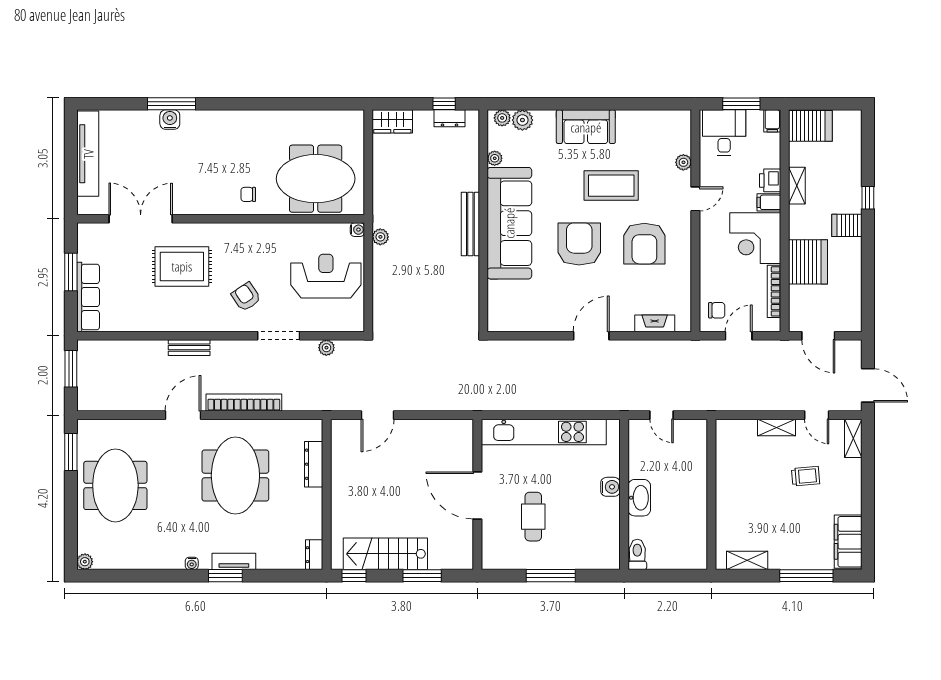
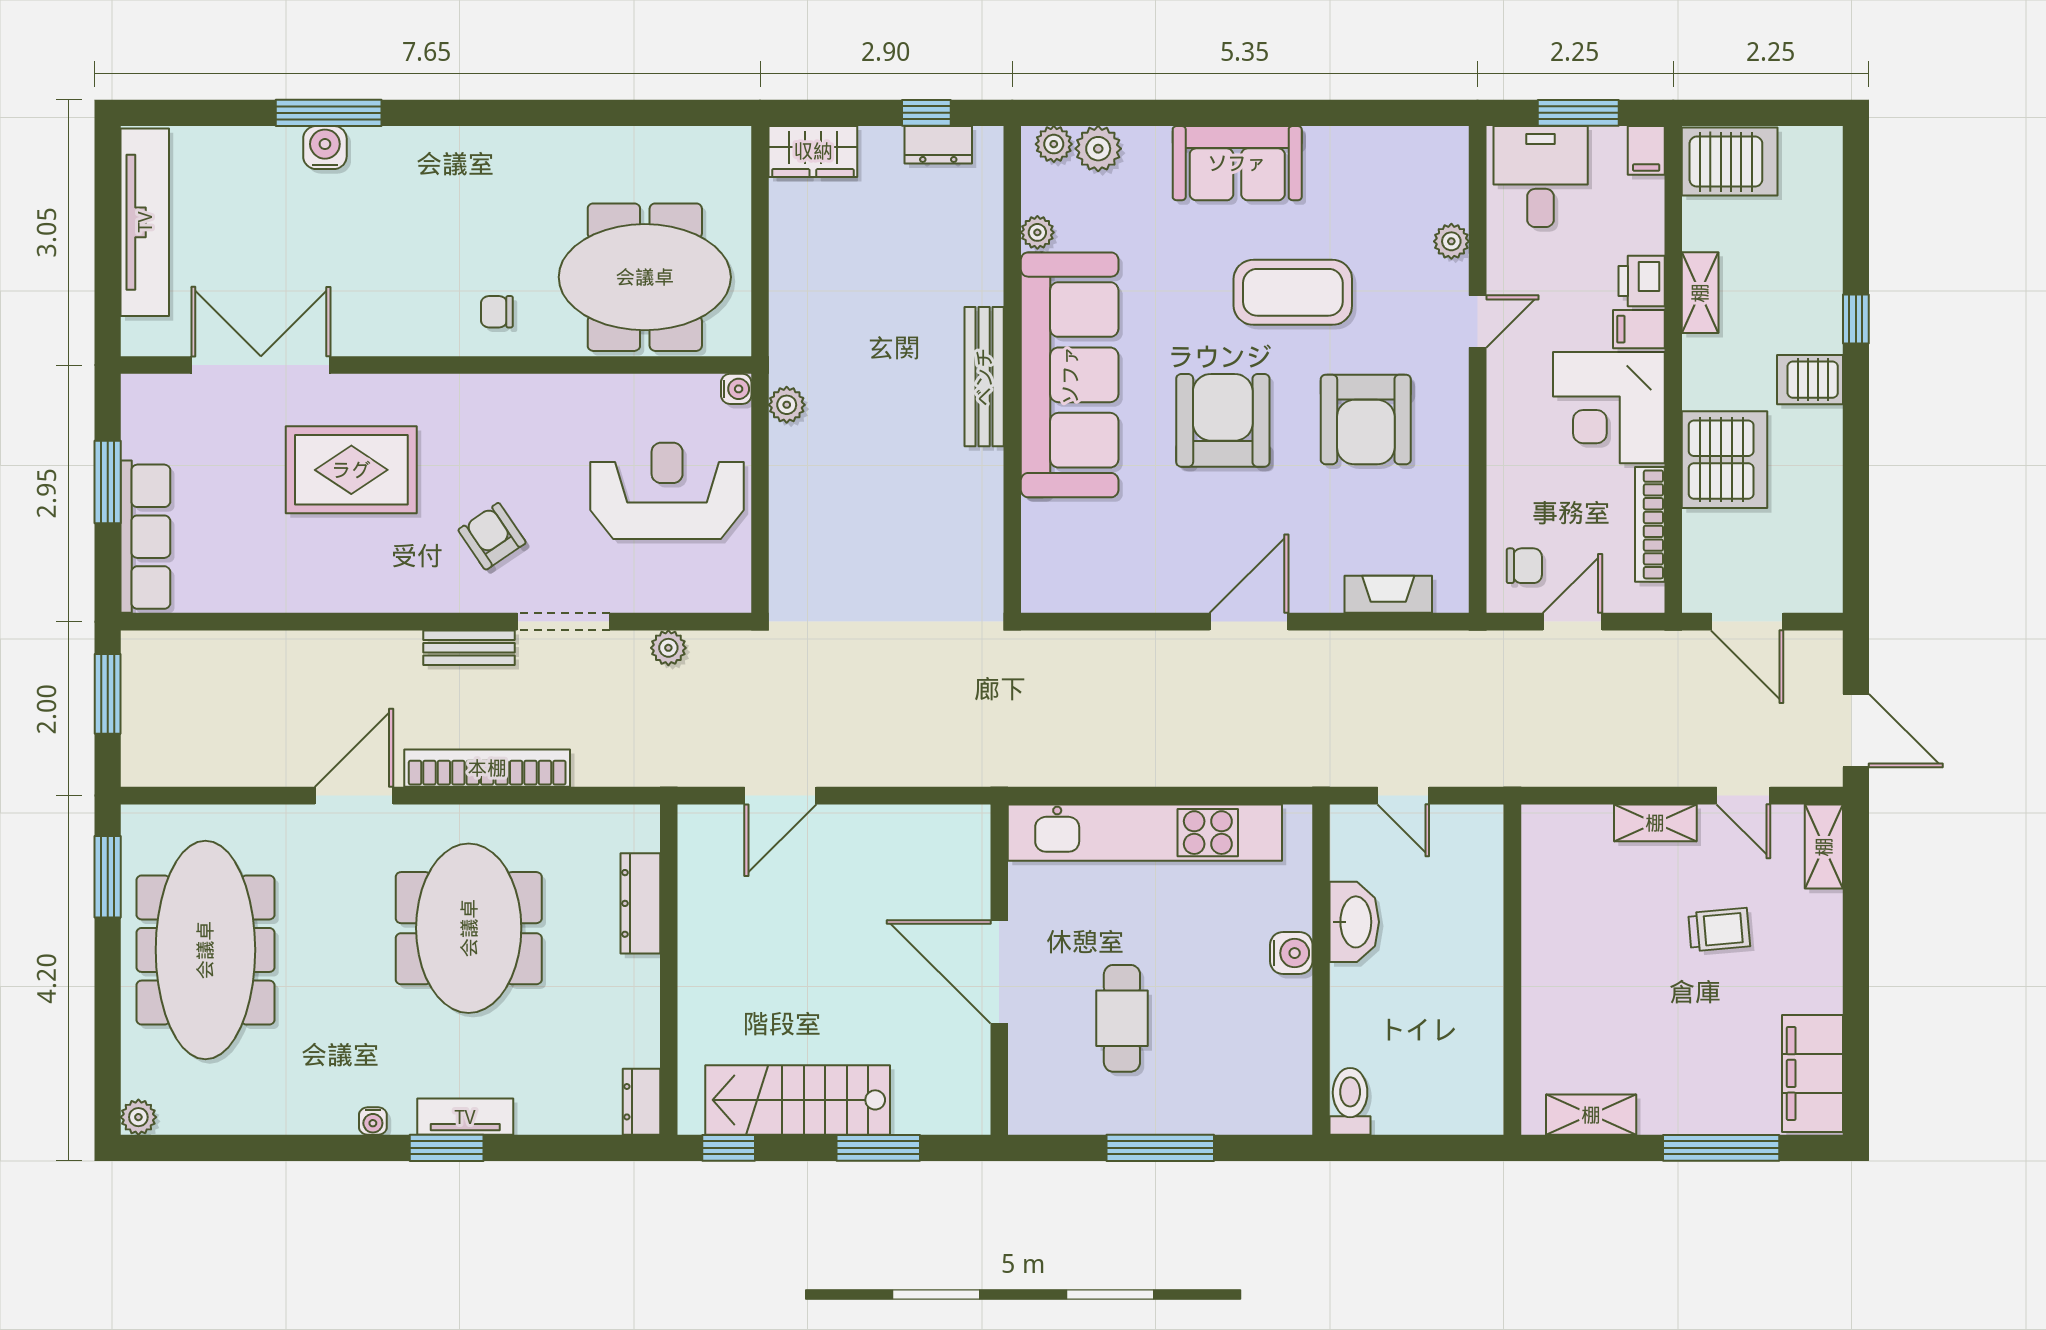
bench: (189, 348) -> (469, 648), moved
meeting table: (115, 485) -> (205, 950), width x1.36
washbasin: (639, 498) -> (1354, 922), moved

